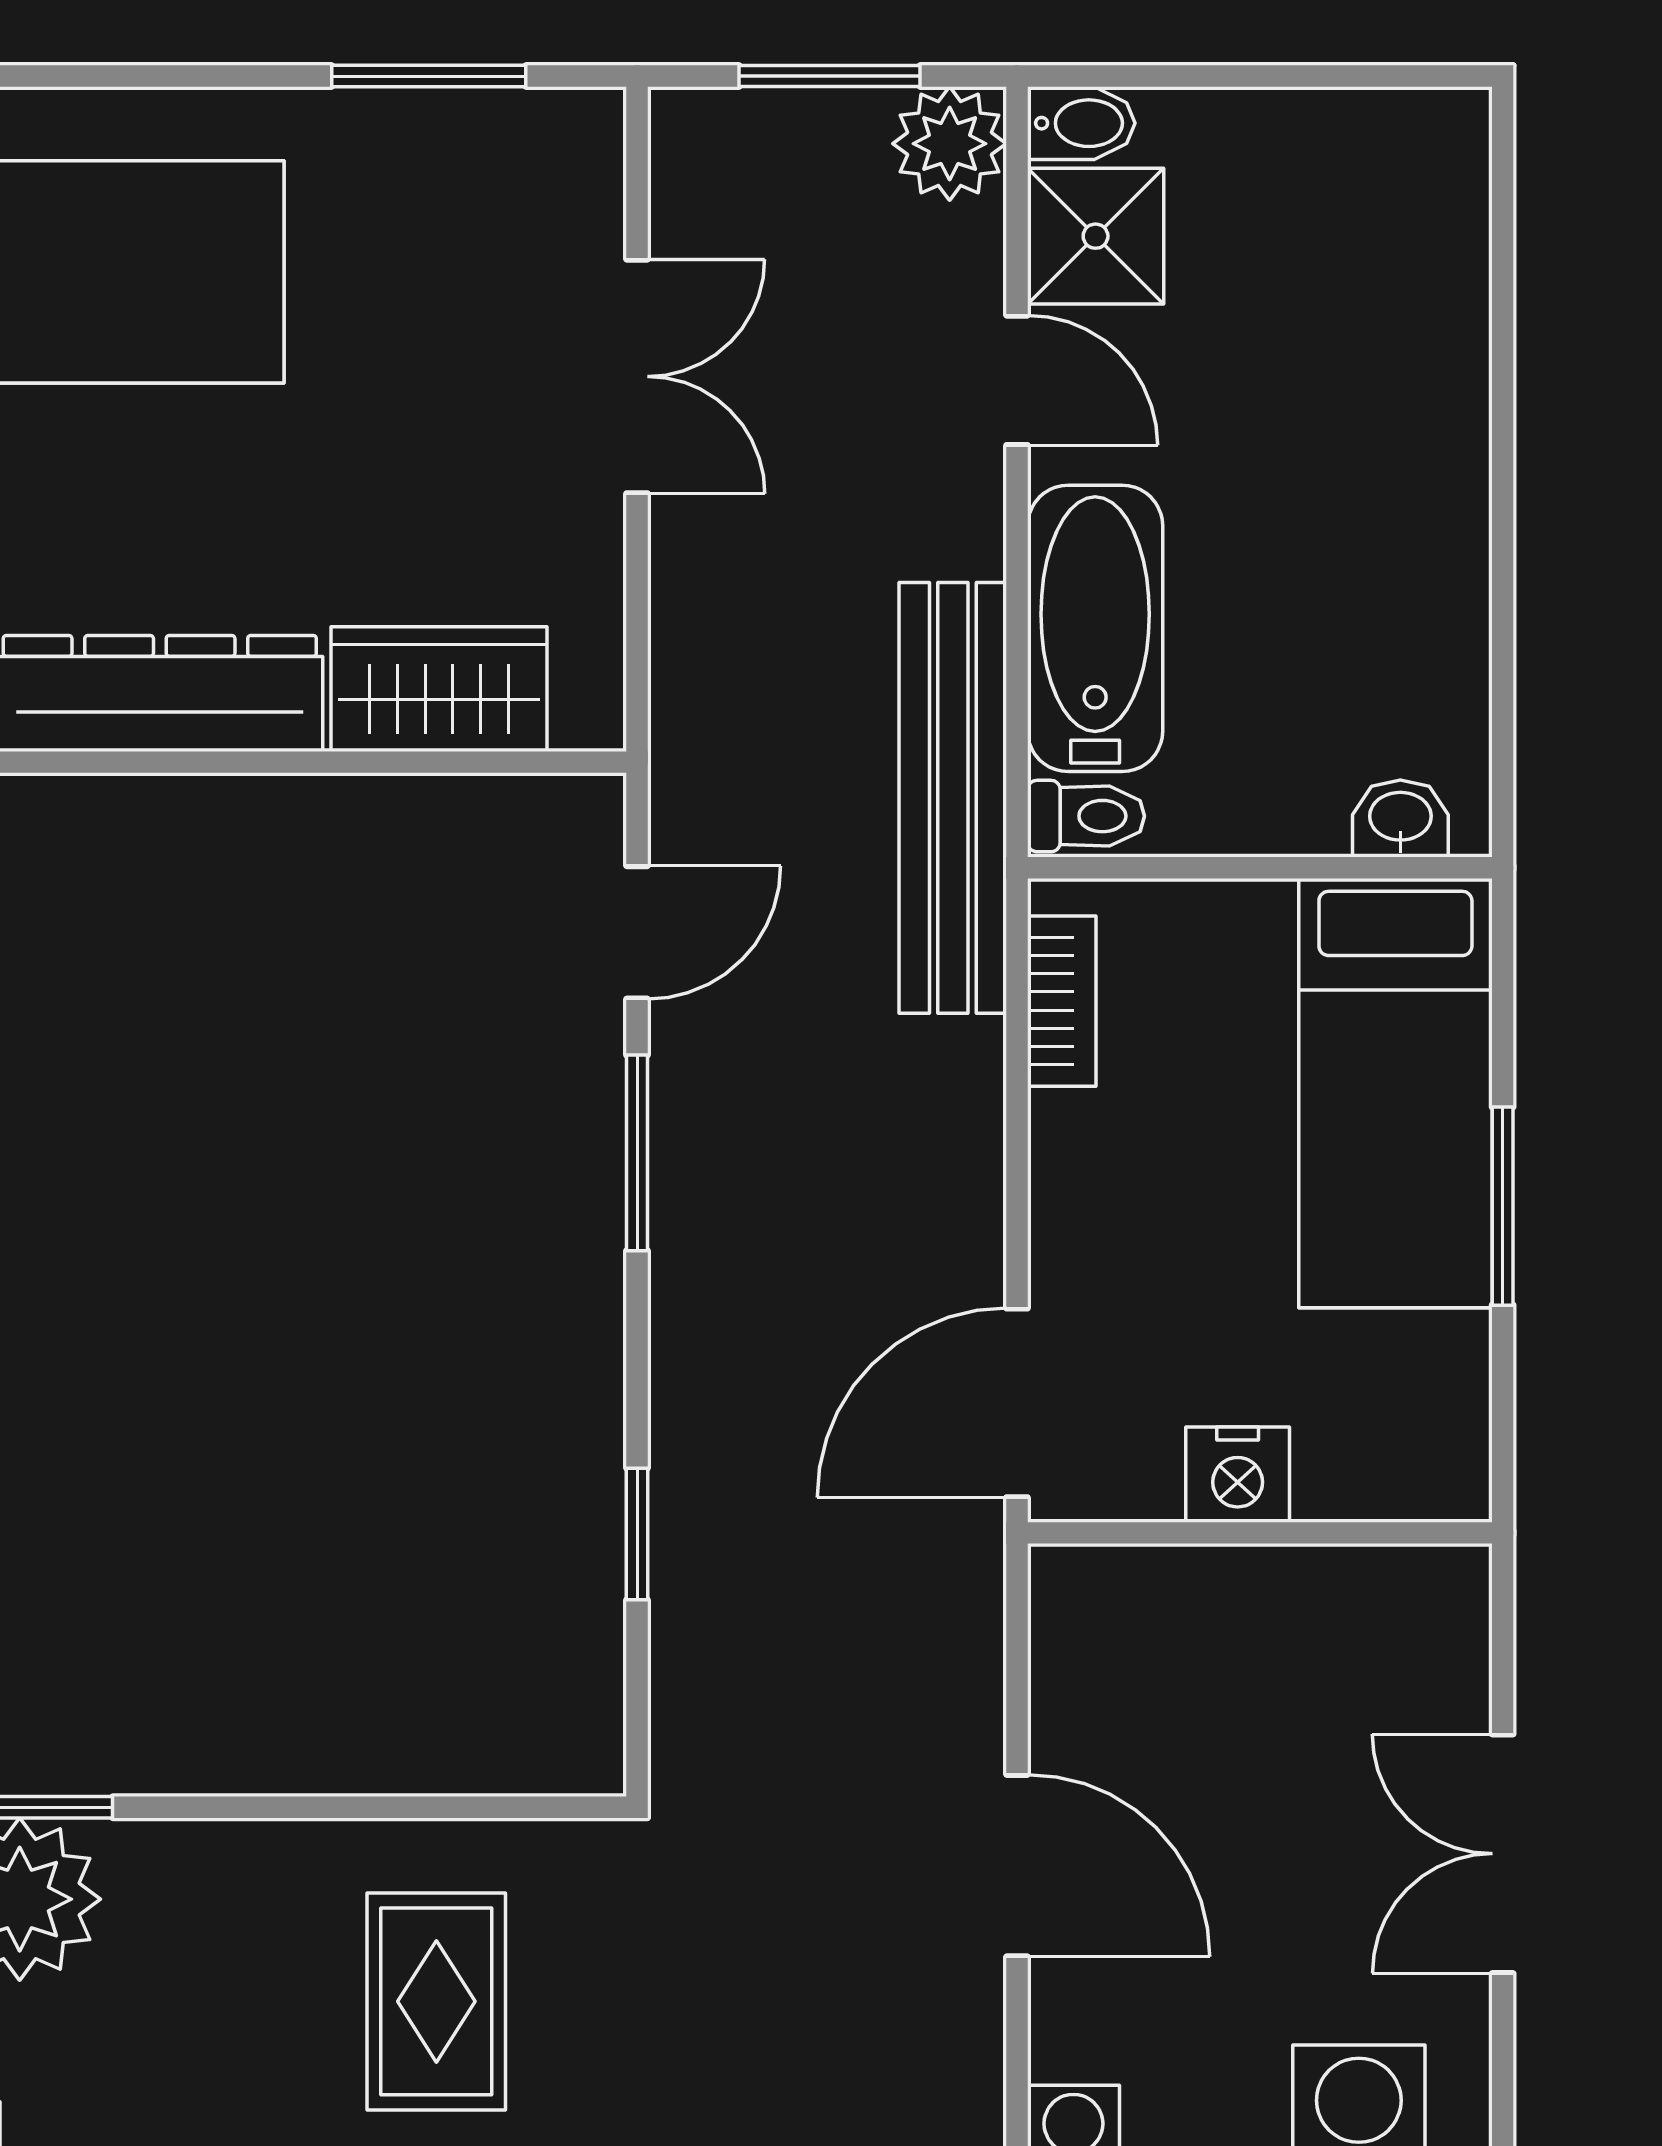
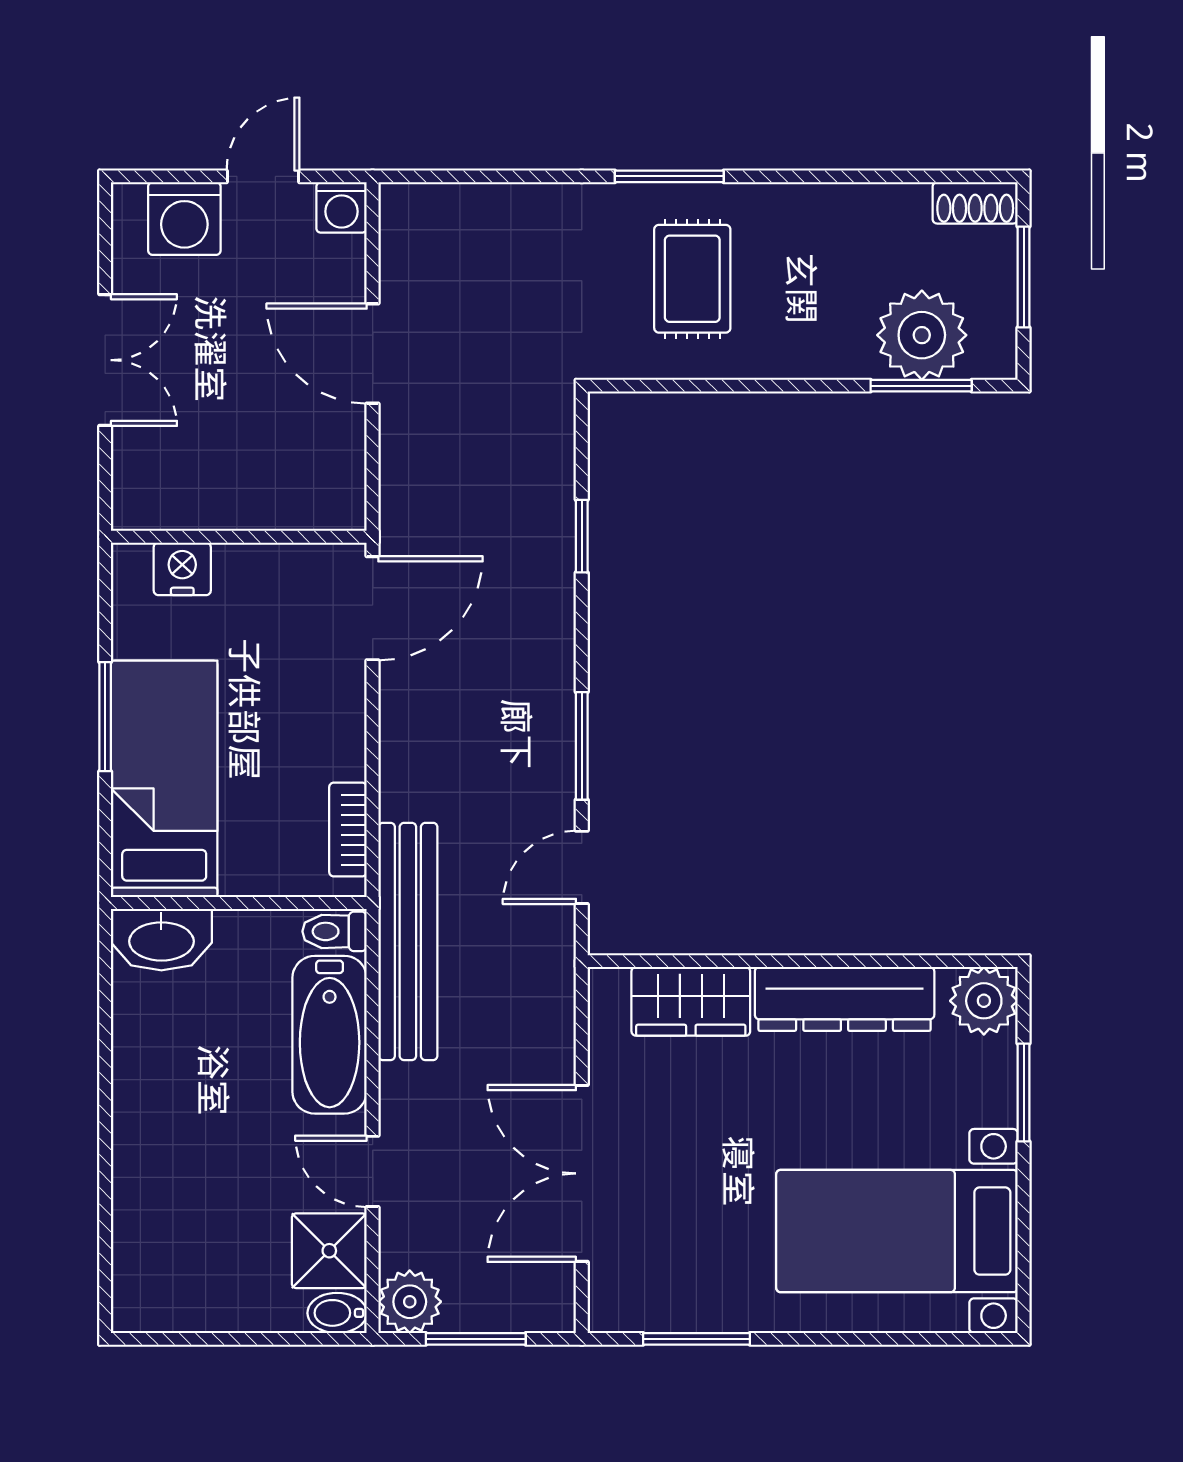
double door: (637, 376) -> (582, 1173), width x1.37
washbasin: (1400, 819) -> (161, 940), width x1.91, depth x1.45
nightstand: (1238, 1475) -> (182, 569), moved

